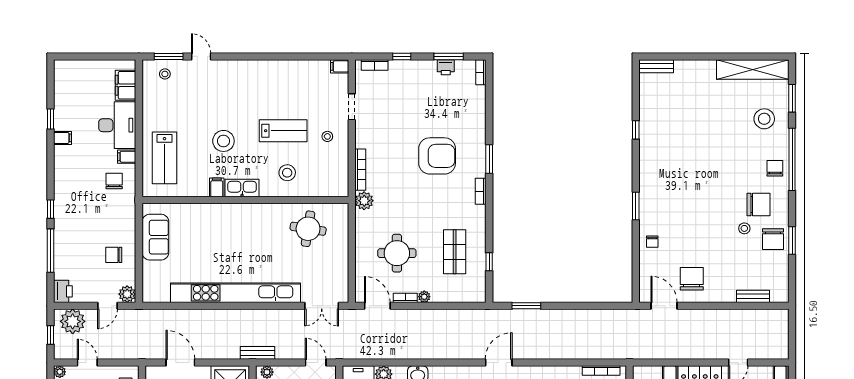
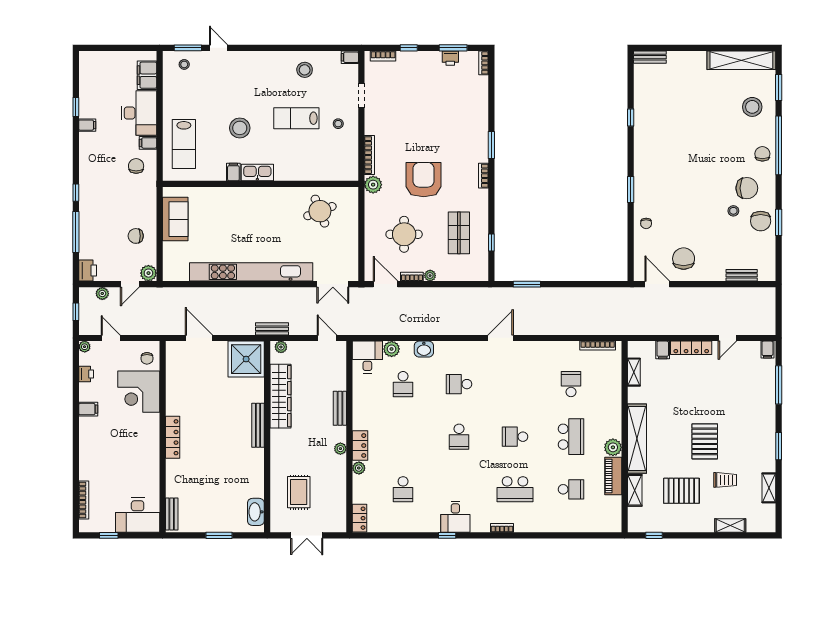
lab bench: (283, 131) -> (296, 118), turned 180
armchair: (437, 156) -> (424, 180), moved, turned -90
stool: (287, 173) -> (305, 70), moved
round table: (308, 229) -> (320, 211), turned -30
plant: (73, 321) -> (102, 293), width x0.53, depth x0.53

